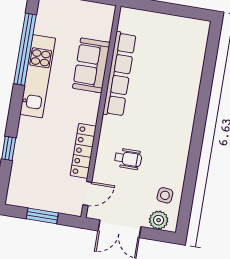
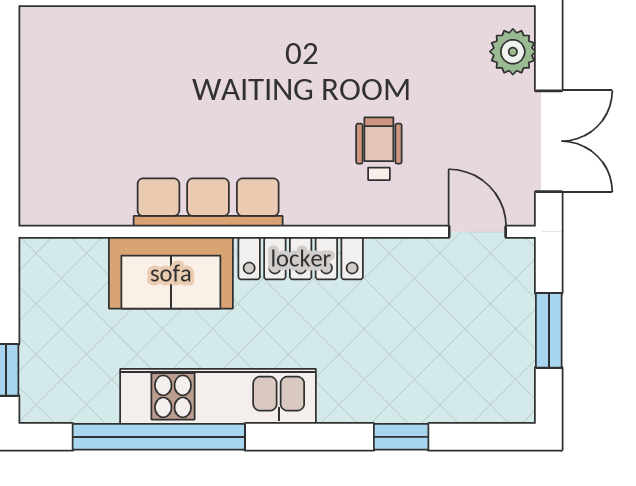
row of seats: (119, 74) -> (208, 202), width x0.73
locker: (83, 151) -> (301, 258), moved
side table: (165, 195) -> (451, 46), removed

